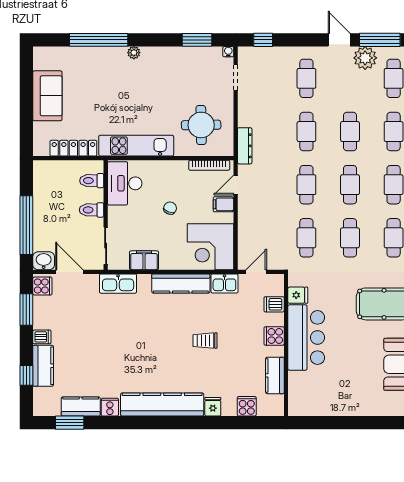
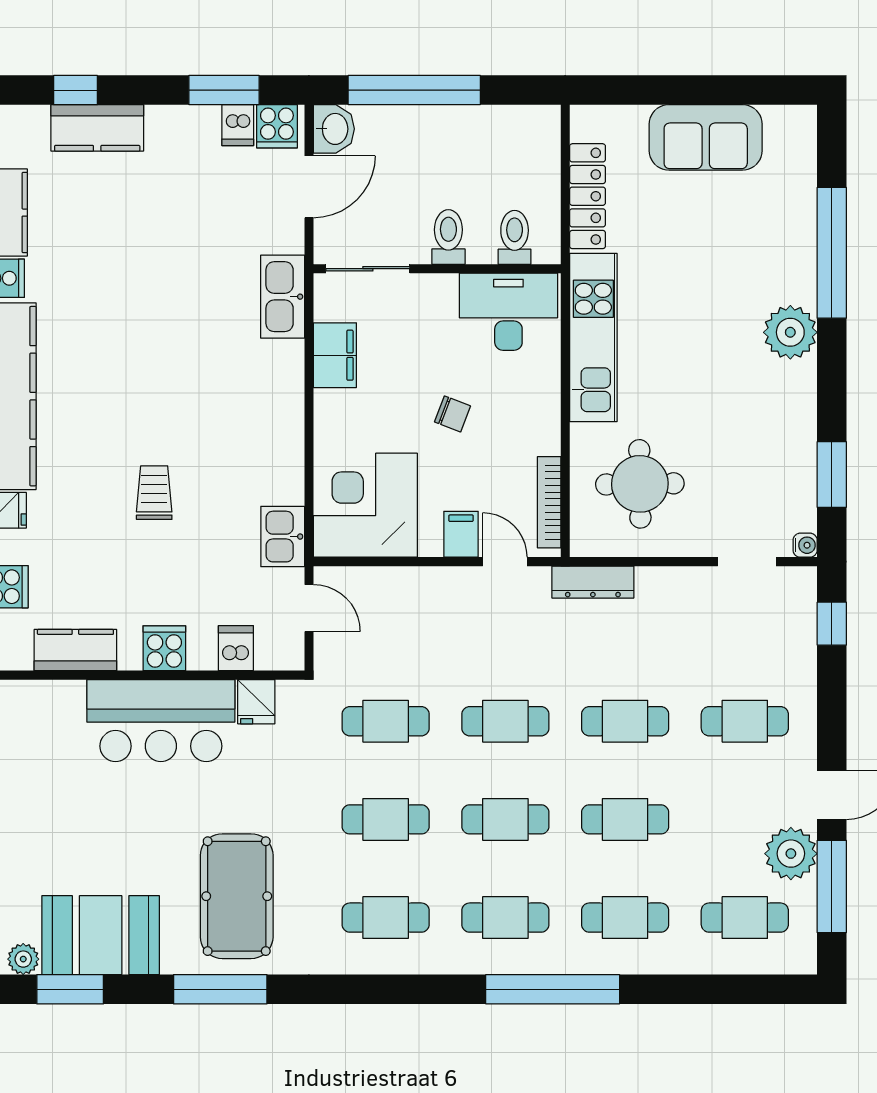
plant: (134, 53) -> (790, 332), width x1.88, depth x1.88
kitchen counter: (181, 283) -> (283, 438), removed
dishwasher: (42, 337) -> (238, 125), moved

